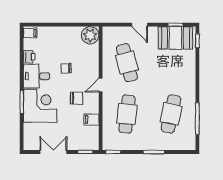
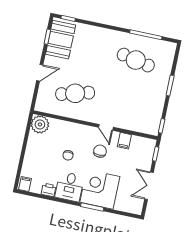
door: (101, 85) -> (106, 127), moved
cafe table: (127, 114) -> (126, 104), removed

